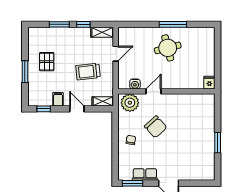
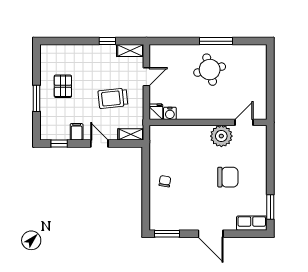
window: (59, 24) -> (78, 41), removed
fridge: (209, 83) -> (156, 112), moved
door: (154, 91) -> (244, 122), moved
plant: (130, 103) -> (221, 136), moved
chair: (156, 127) -> (228, 177), moved, turned -48
window: (218, 143) -> (270, 207), moved
row of seats: (145, 175) -> (252, 223), moved

